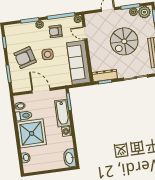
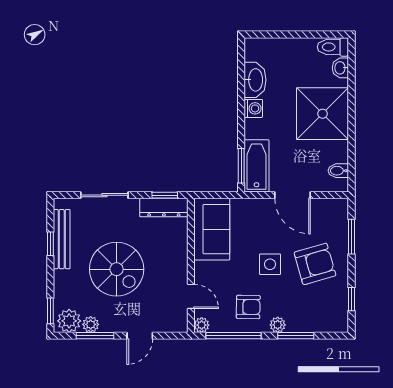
spiral stairs: (124, 41) -> (117, 269), turned 90
sofa: (78, 62) -> (212, 229), width x0.73
bathtub: (63, 113) -> (256, 166), moved
toilet: (24, 116) -> (333, 47), moved
washbasin: (69, 158) -> (255, 80), moved

